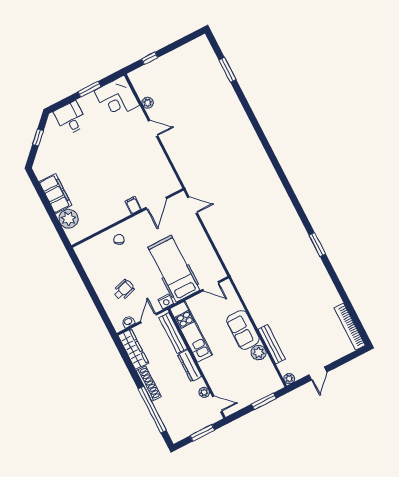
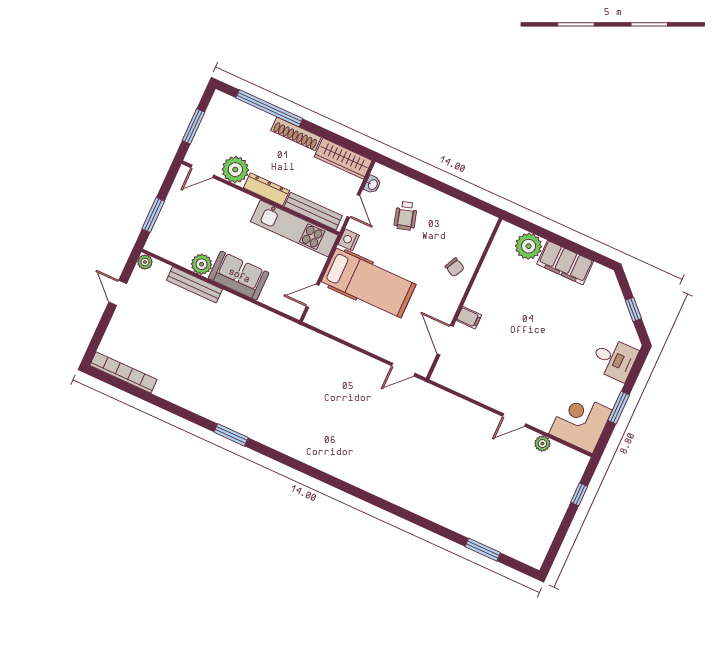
plant: (204, 392) -> (235, 170), width x1.88, depth x1.88

